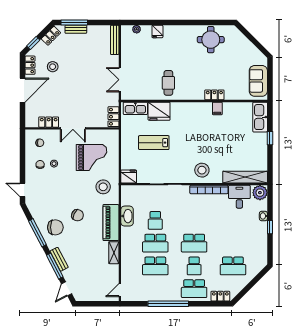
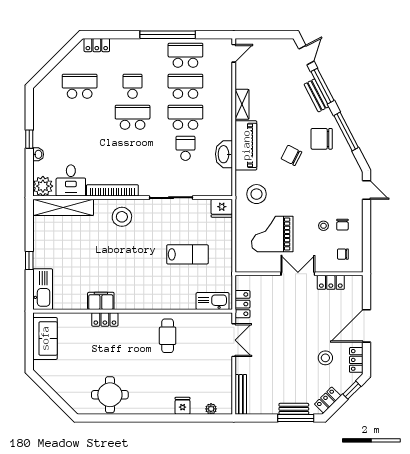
filing cabinet: (217, 108) -> (101, 301), width x2.00
fridge: (159, 111) -> (180, 297), removed
locker: (113, 117) -> (242, 304), moved
school desk: (194, 289) -> (185, 55), moved

